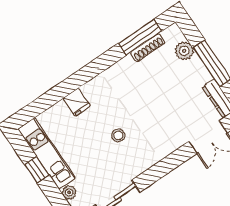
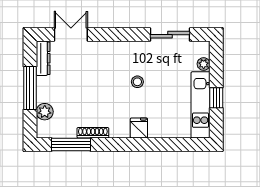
shoe rack: (148, 48) -> (93, 133), moved
fridge: (77, 102) -> (139, 128), moved

